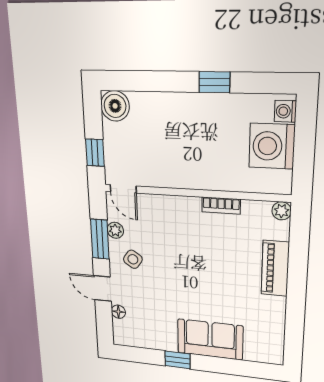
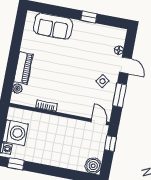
window: (214, 82) -> (16, 164), moved
plant: (282, 211) -> (17, 89), moved
plant: (115, 230) -> (109, 99), removed
sofa: (210, 339) -> (53, 26), moved

